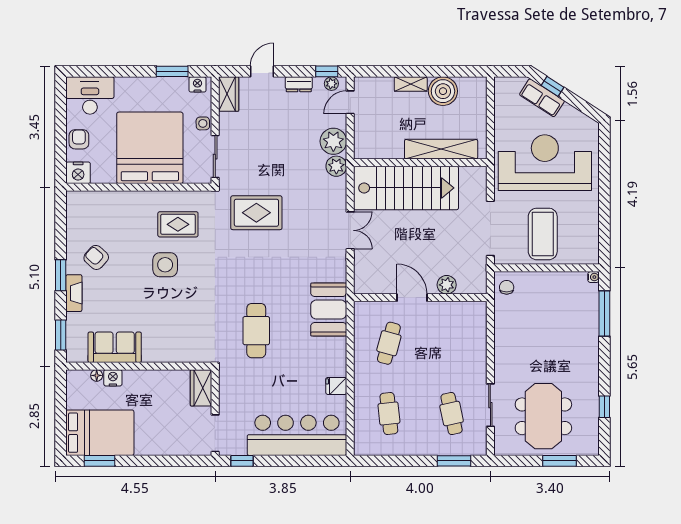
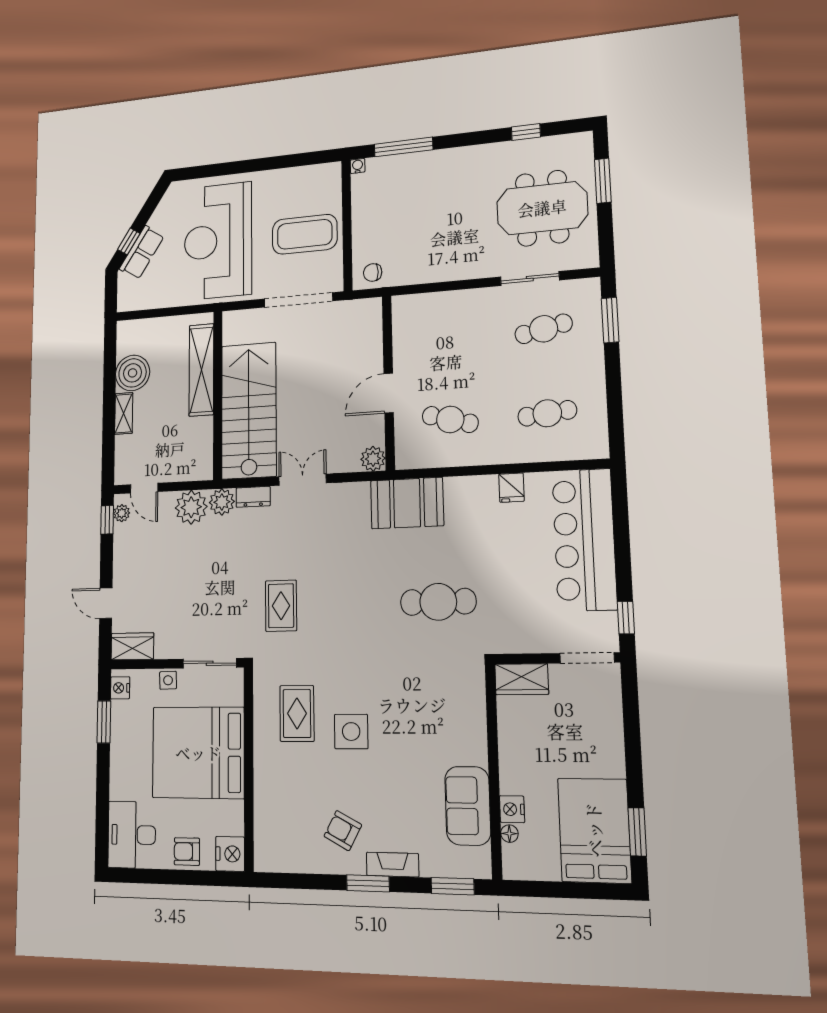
dresser: (299, 84) -> (253, 497), moved, turned 90
rug: (256, 213) -> (281, 606), width x0.73, depth x0.70
armchair: (96, 257) -> (343, 831), turned 76
plant: (447, 285) -> (373, 459), moved

